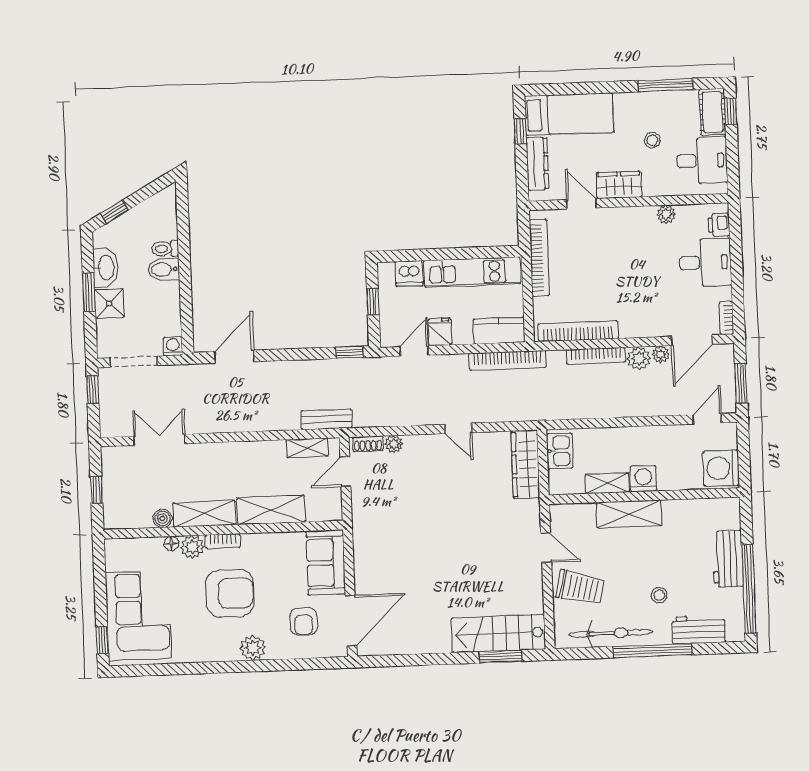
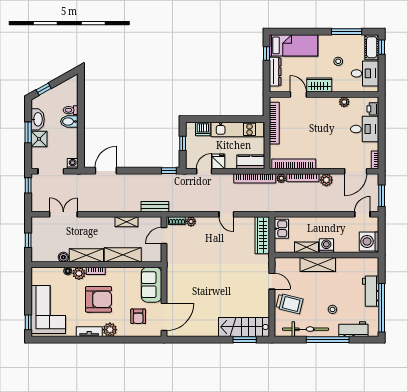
plant: (661, 354) -> (281, 178), moved
shelving: (307, 448) -> (126, 222), moved
tv unit: (215, 653) -> (89, 332), added

